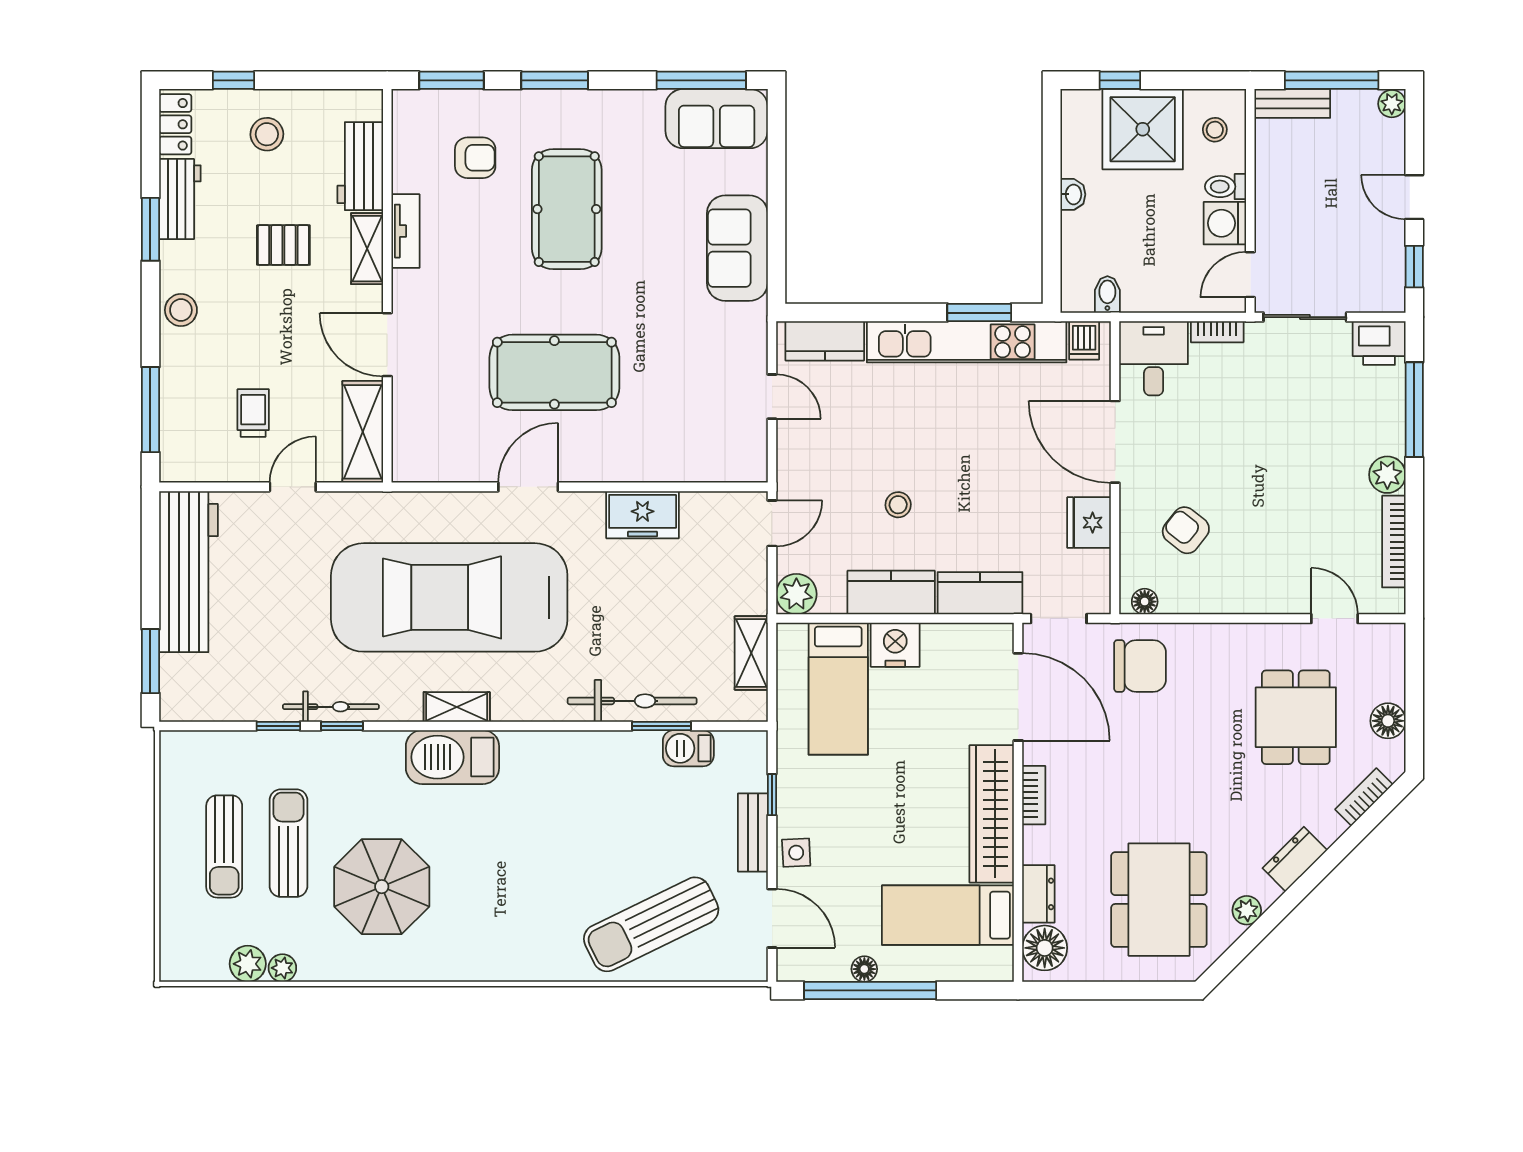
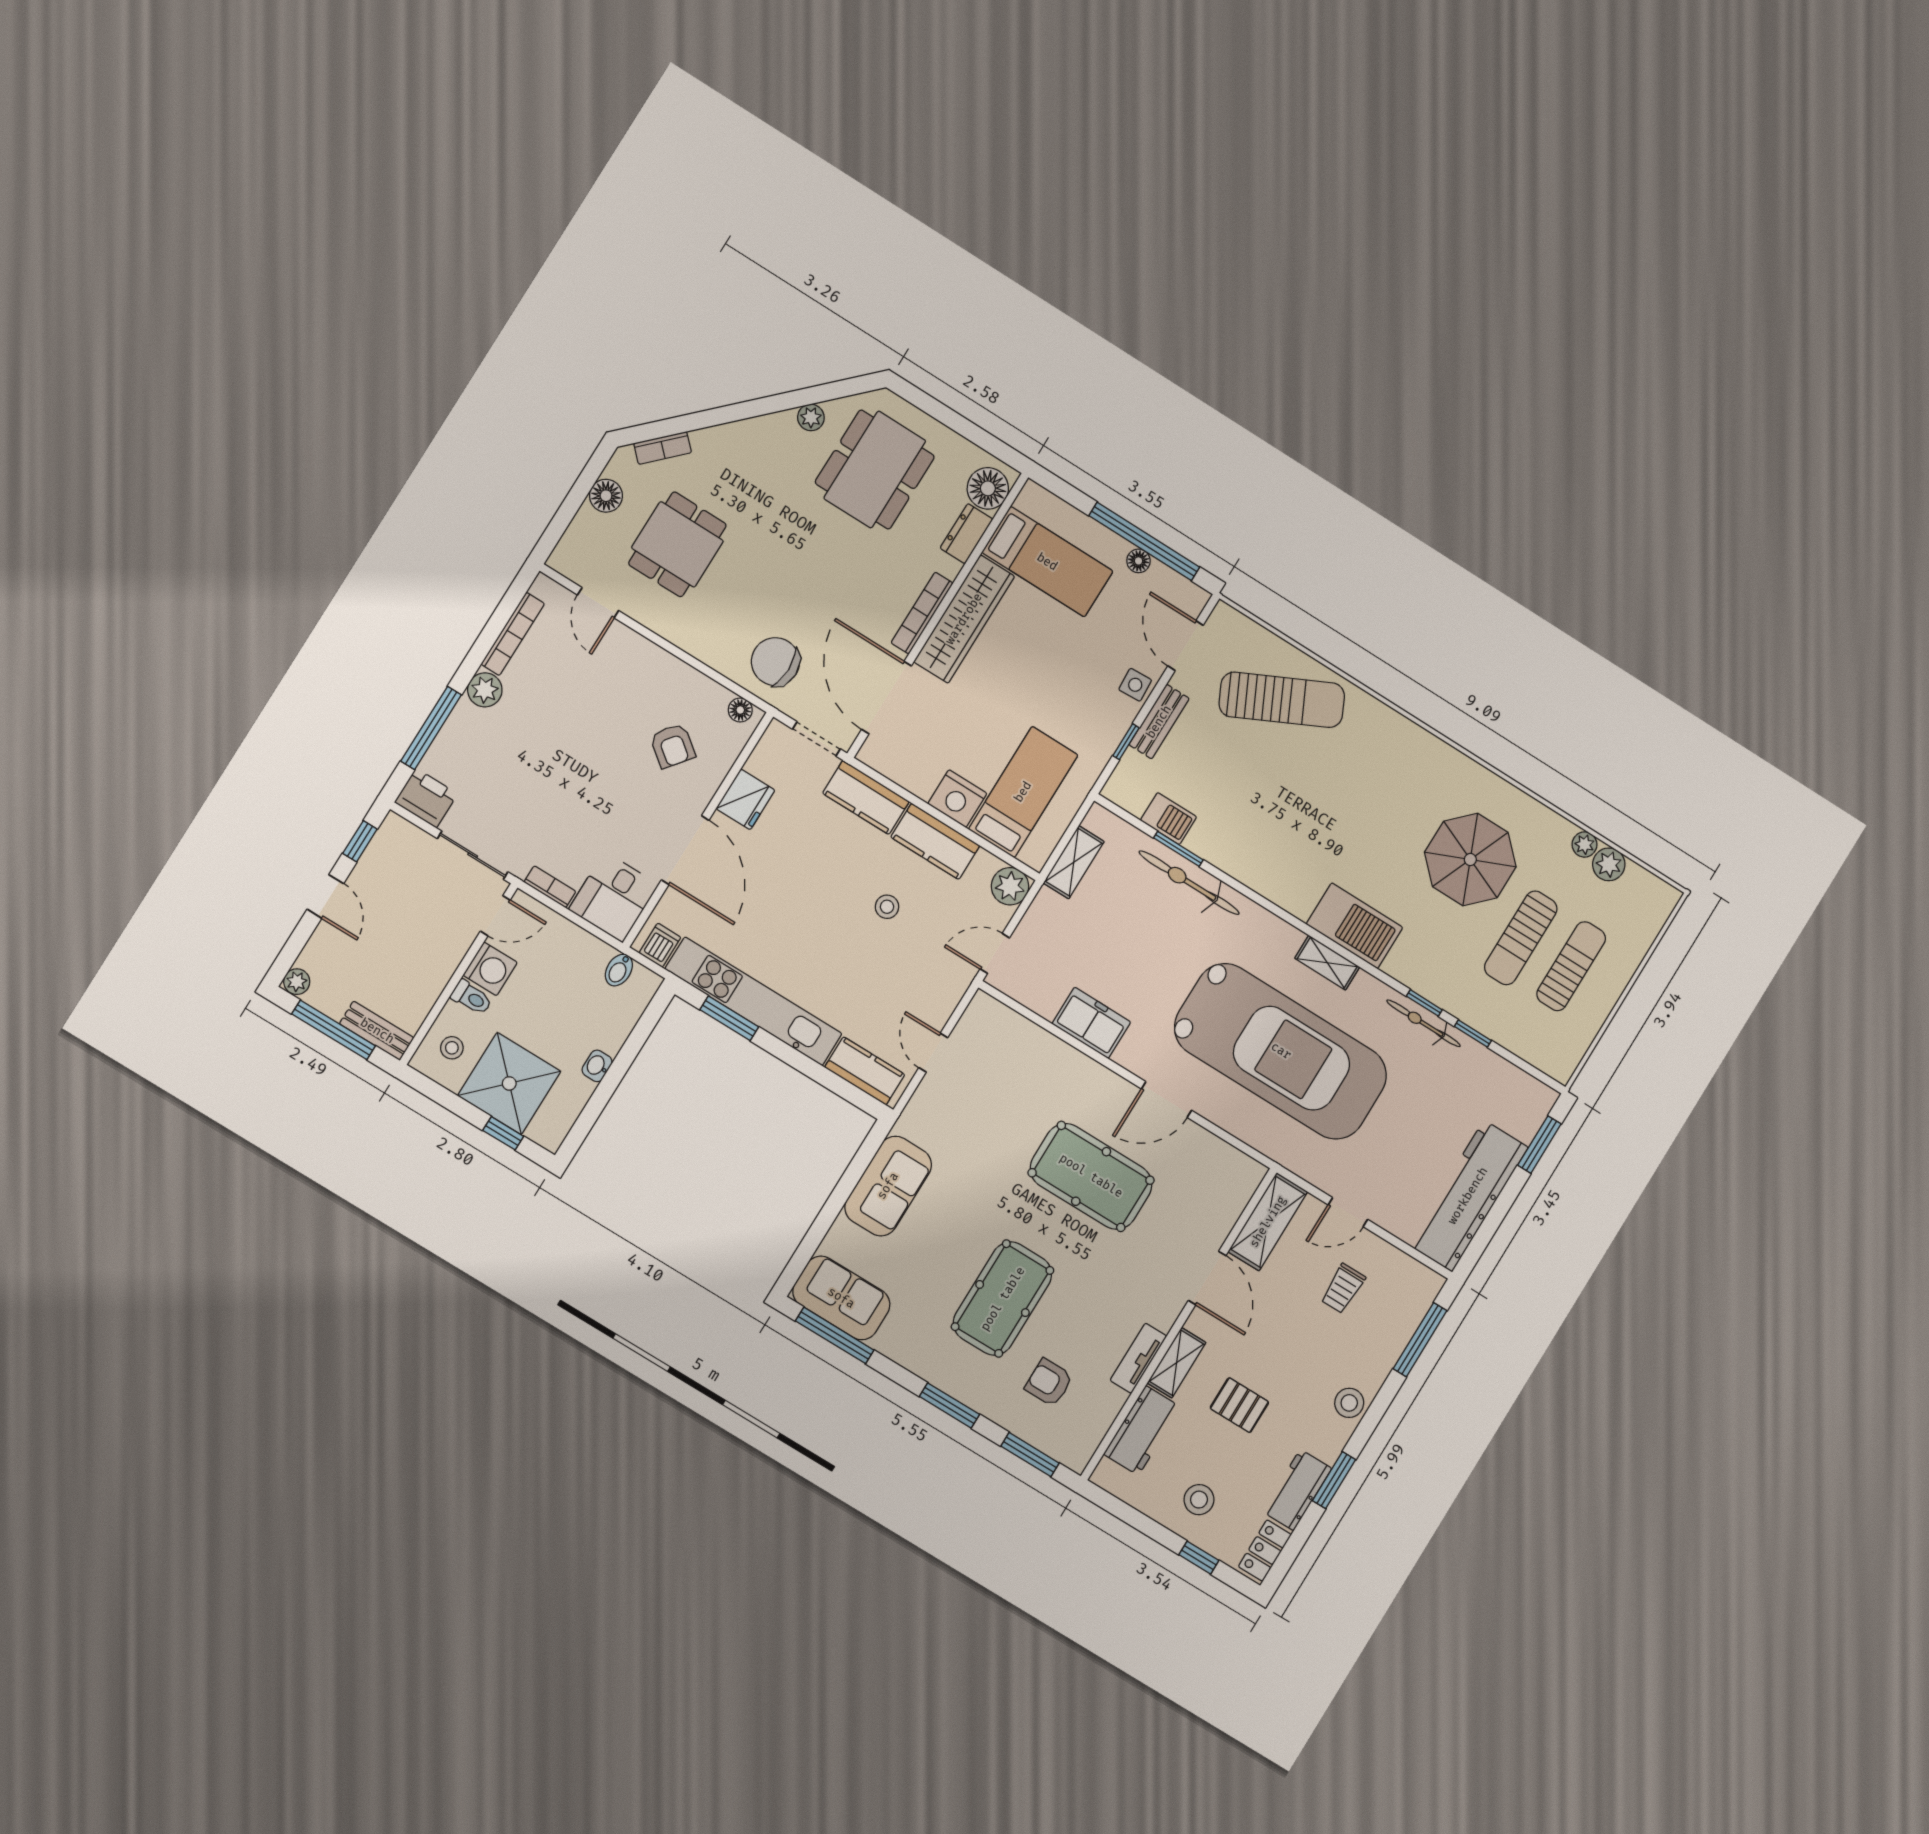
bookcase: (1034, 795) -> (922, 613), width x1.56
dresser: (1295, 859) -> (748, 434), removed

